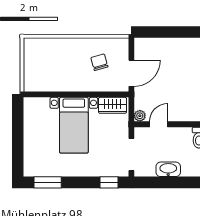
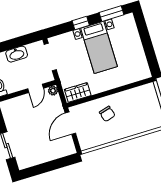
chair: (99, 62) -> (107, 114), moved
bed with nightstands: (74, 125) -> (99, 47), moved, turned 180
window: (109, 182) -> (81, 23), moved

